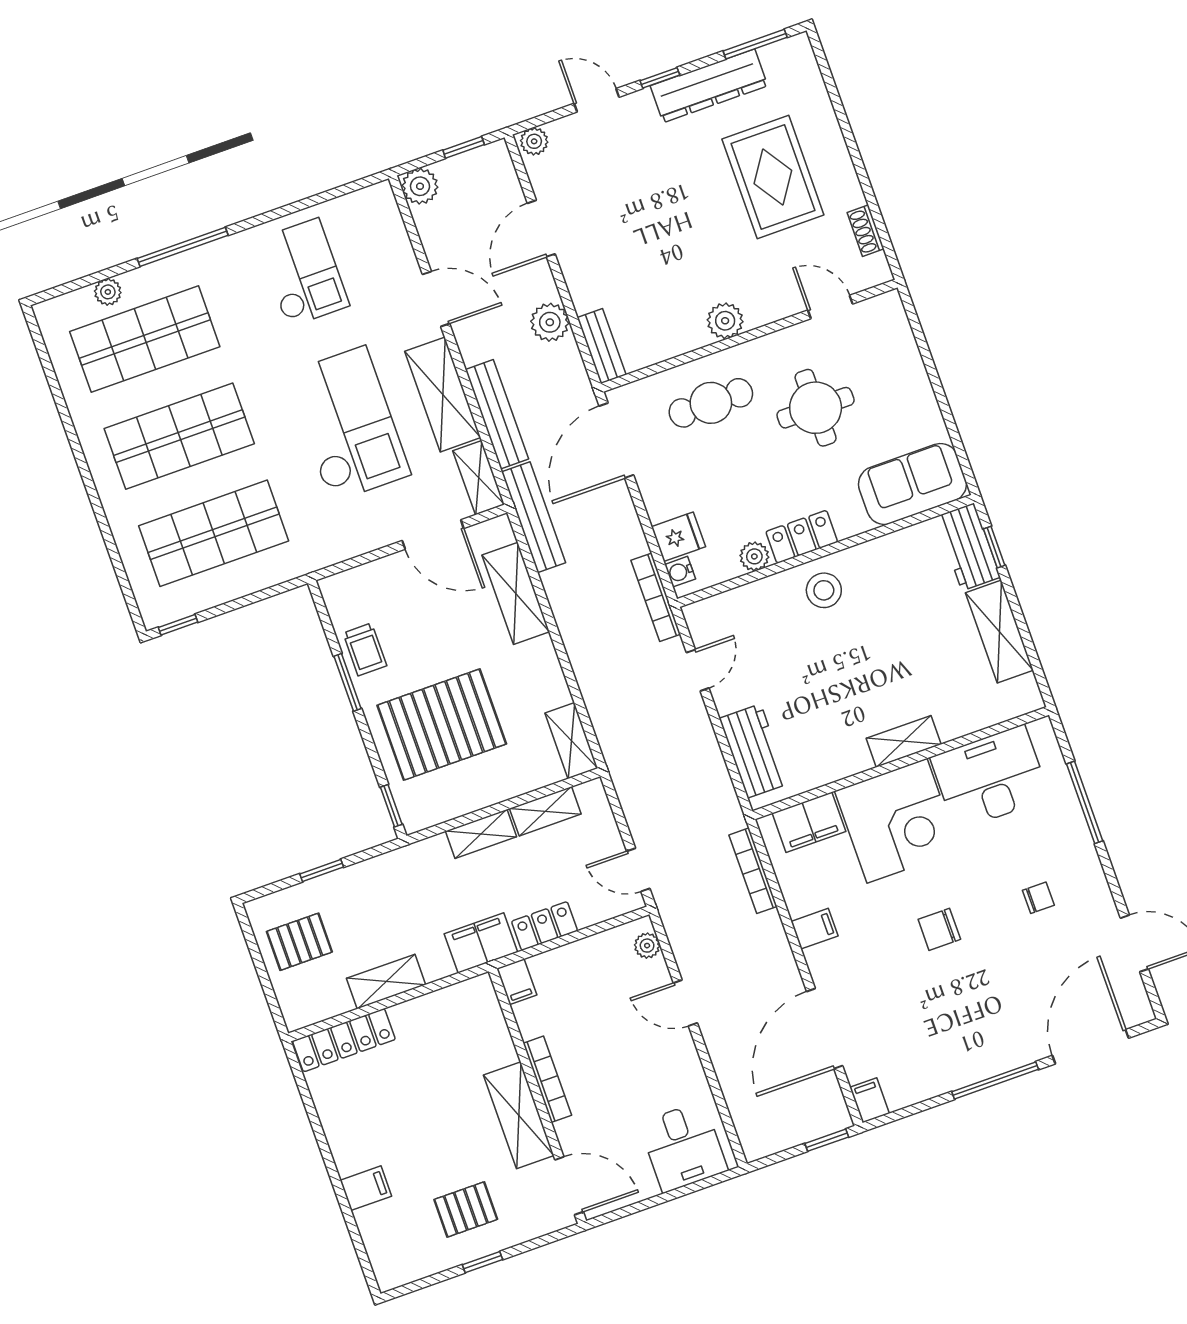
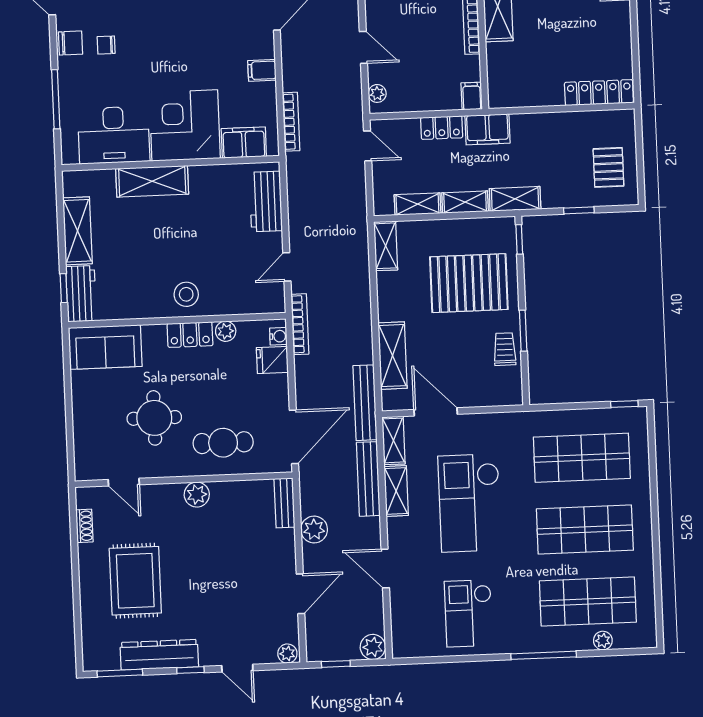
shelving: (443, 394) -> (396, 491), width x0.67, depth x0.75
shelving: (904, 741) -> (152, 181), width x1.50, depth x1.33
chair: (939, 929) -> (70, 43), moved
pallet: (299, 942) -> (608, 167), turned 90
shelving: (386, 982) -> (515, 199), moved

